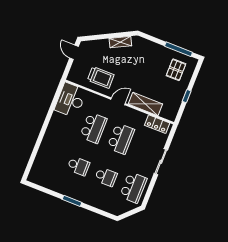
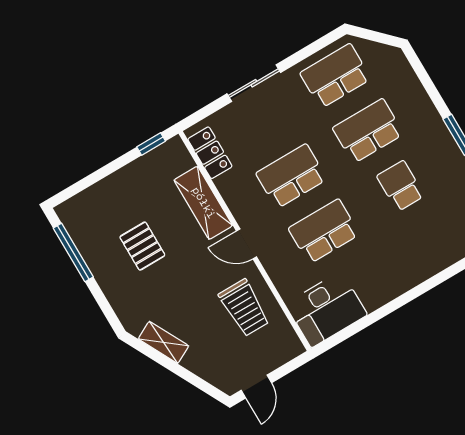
pallet: (176, 70) -> (142, 246), moved, turned 90
trolley: (101, 77) -> (244, 308), turned 180
window: (187, 96) -> (151, 144), moved
school desk: (106, 177) -> (368, 131), width x1.85

